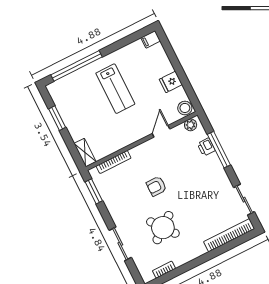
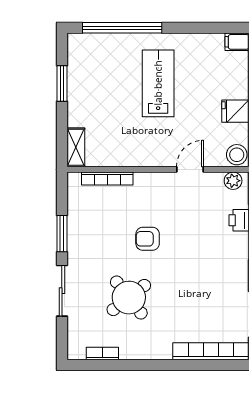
lab bench: (115, 89) -> (158, 83), turned 180
window: (94, 191) -> (62, 234), moved

